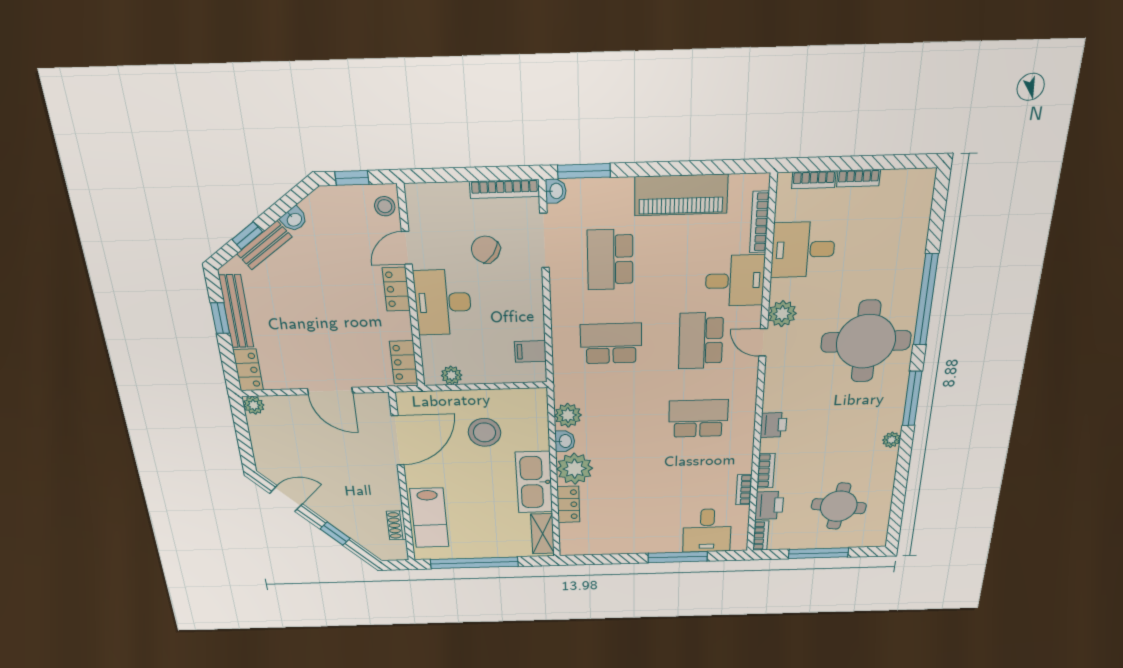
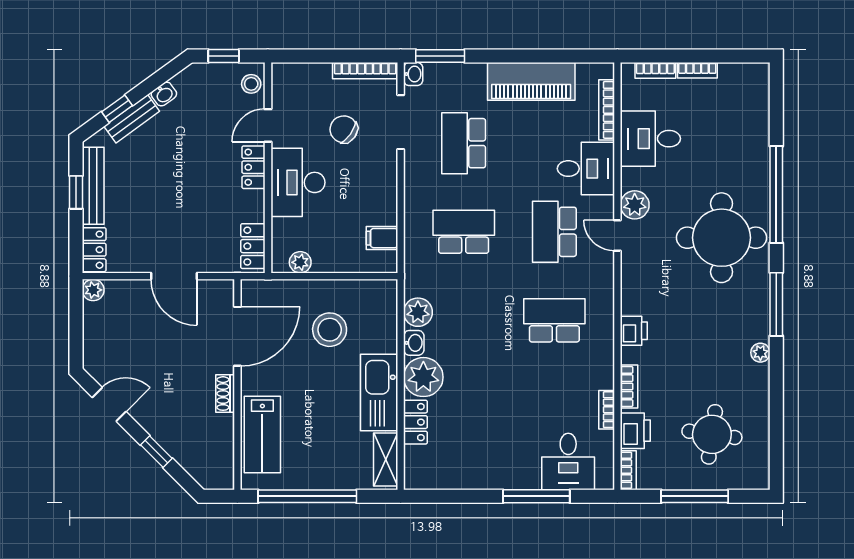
shoe rack: (396, 525) -> (225, 394), moved

